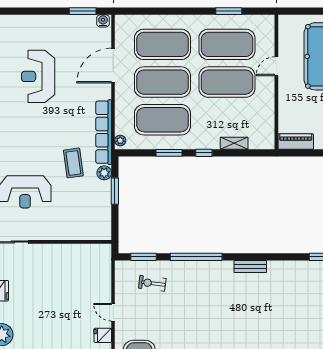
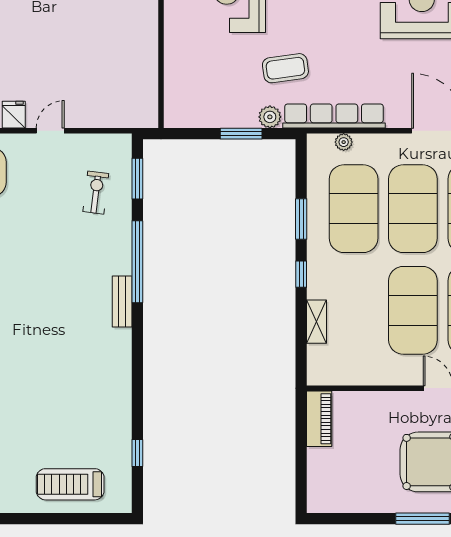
plant: (120, 141) -> (344, 142), moved
bench: (250, 267) -> (122, 302), moved

